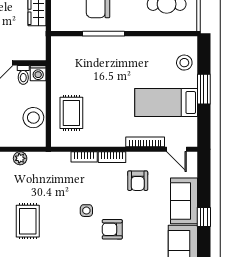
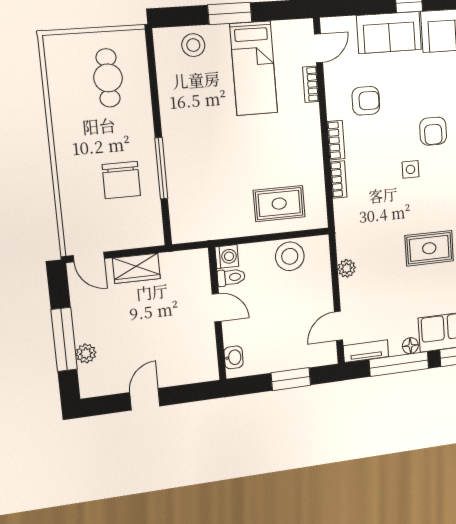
bookcase: (145, 142) -> (311, 84), width x0.64

